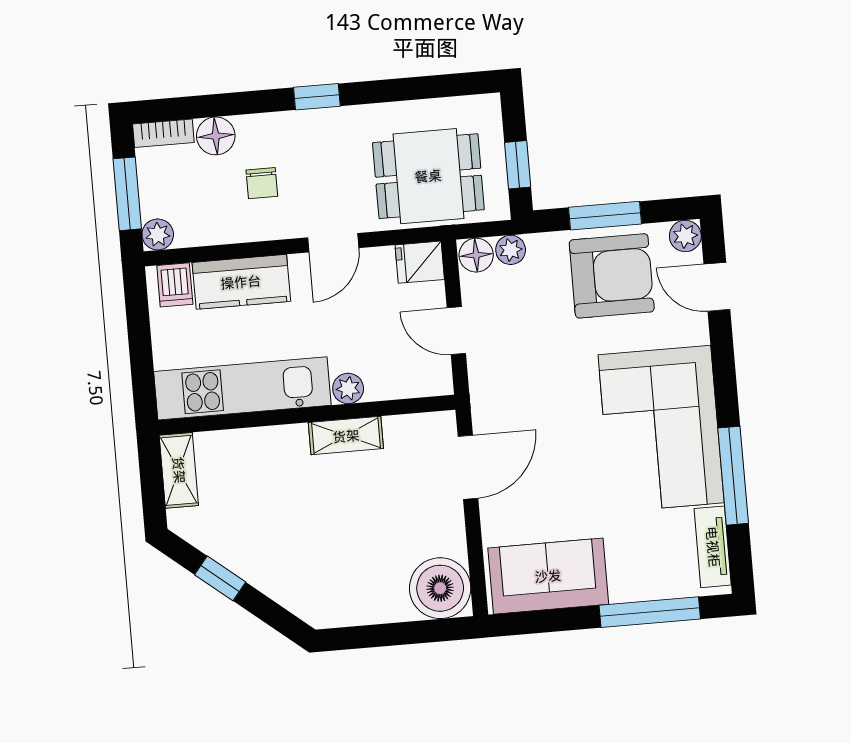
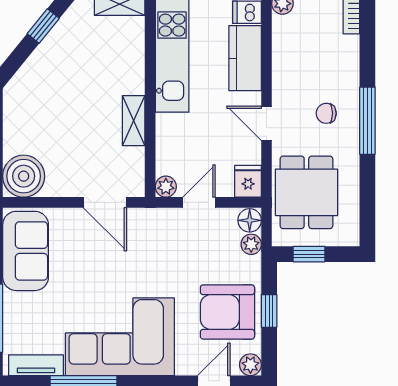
window: (317, 97) -> (367, 121), width x2.17
floor lamp: (216, 136) -> (347, 49), removed
chair: (262, 183) -> (326, 113), moved
window: (605, 216) -> (269, 311), width x0.67
armchair: (612, 276) -> (227, 312), turned 90
plant: (348, 388) -> (166, 187), moved

